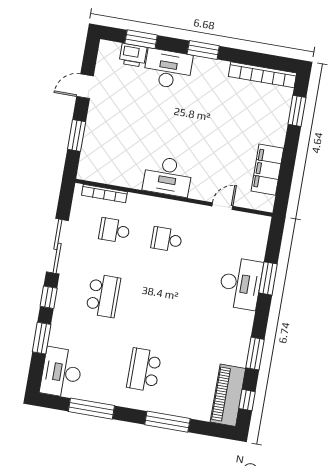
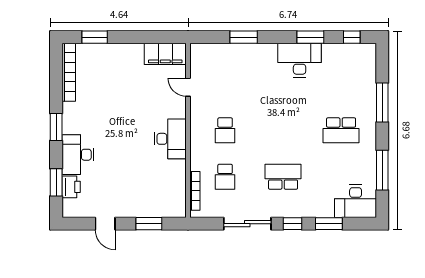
filing cabinet: (267, 170) -> (165, 54), moved
desk: (241, 283) -> (300, 60), moved
piano: (228, 395) -> (350, 54), removed

